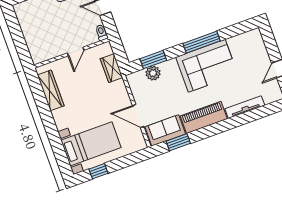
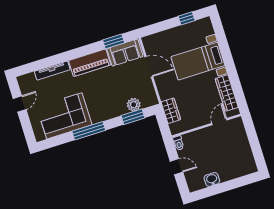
door: (76, 52) -> (219, 122), moved
corner sofa: (207, 66) -> (64, 116), moved
bed with nightstands: (91, 144) -> (198, 61), moved

